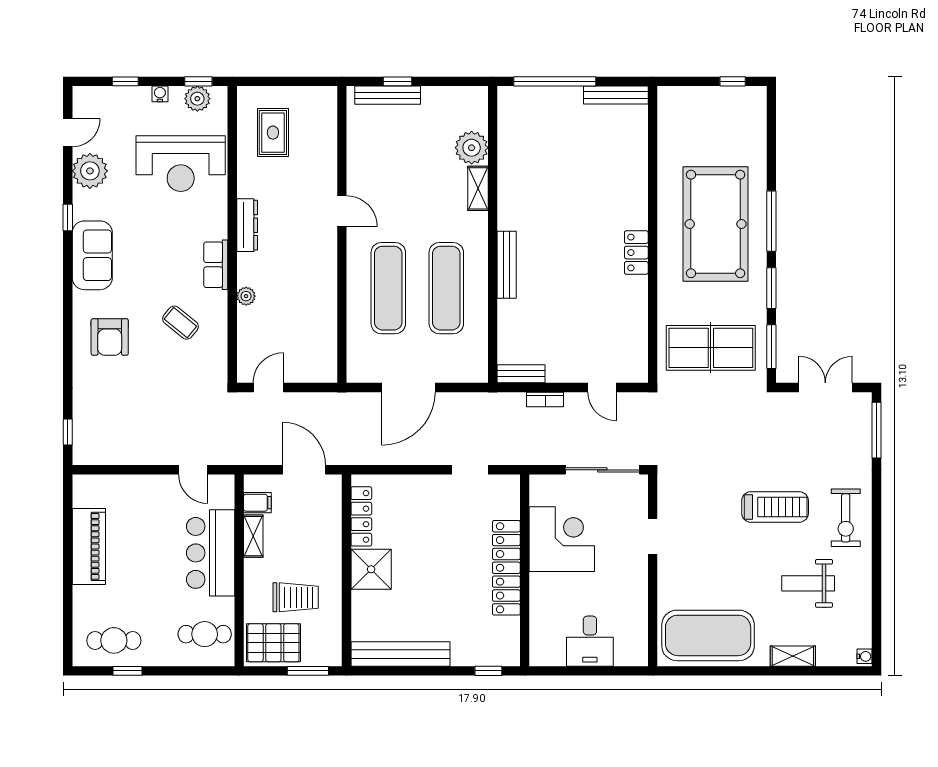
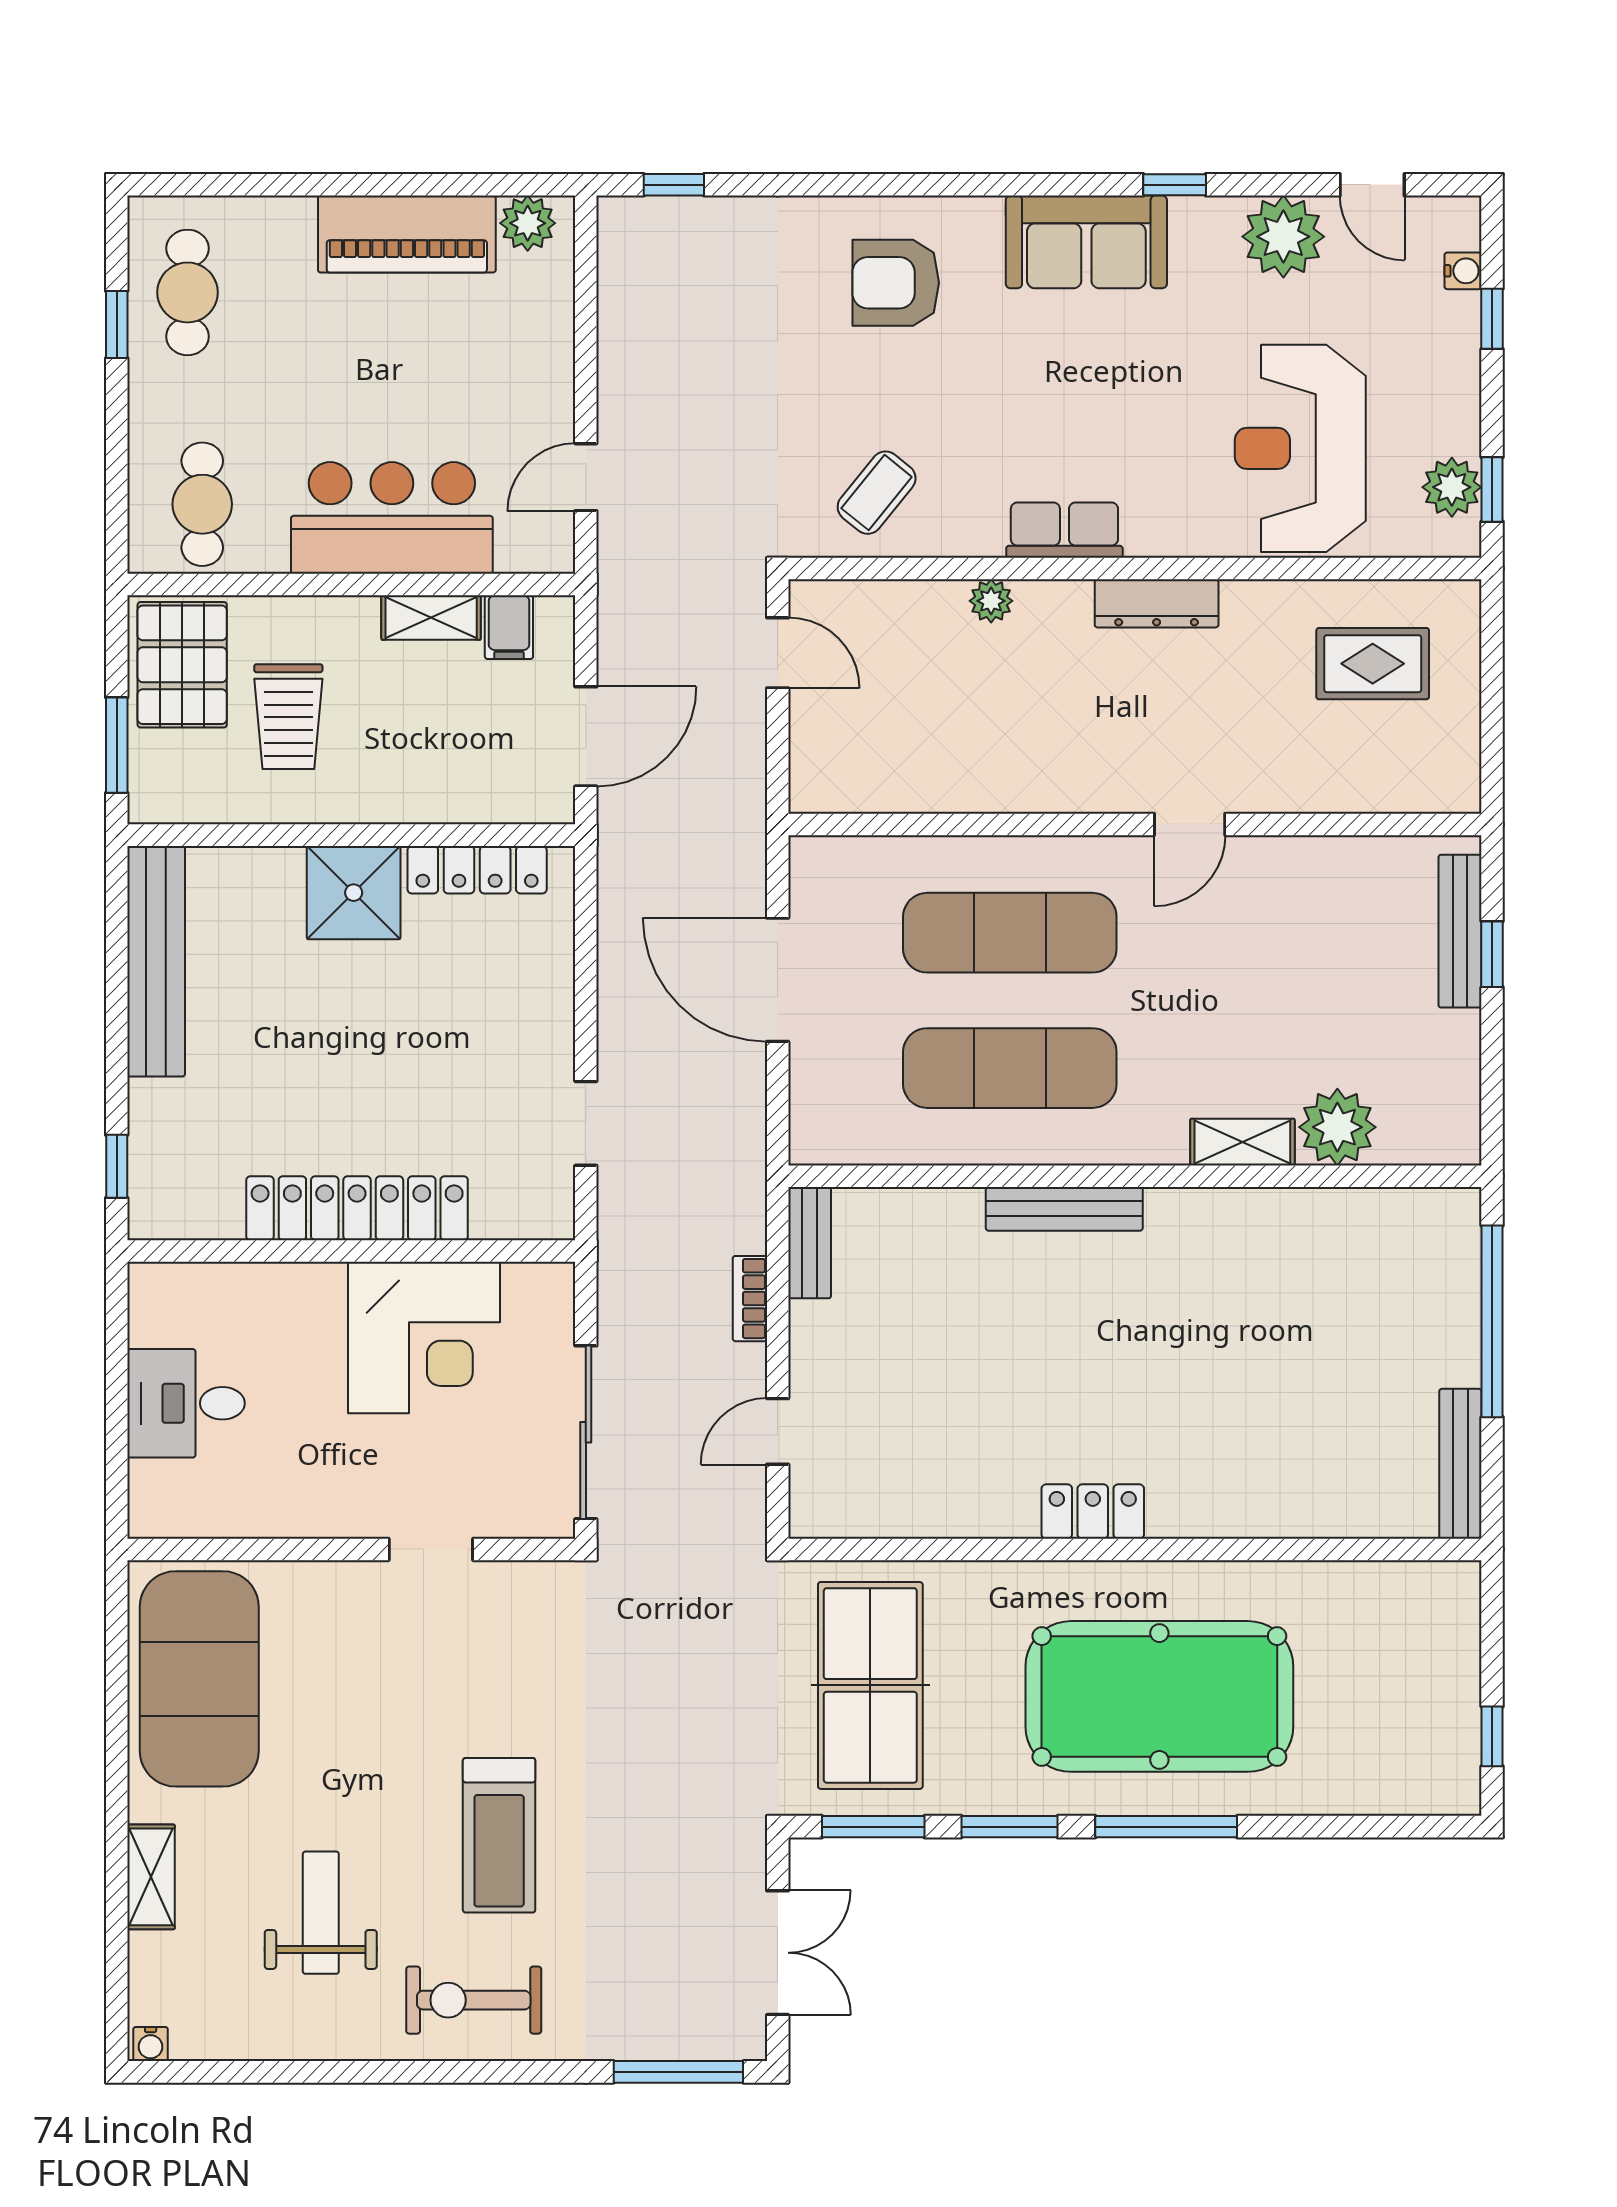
water cooler: (160, 94) -> (1463, 271), moved
coffee table: (180, 323) -> (877, 493), moved
plant: (84, 495) -> (528, 223), added

